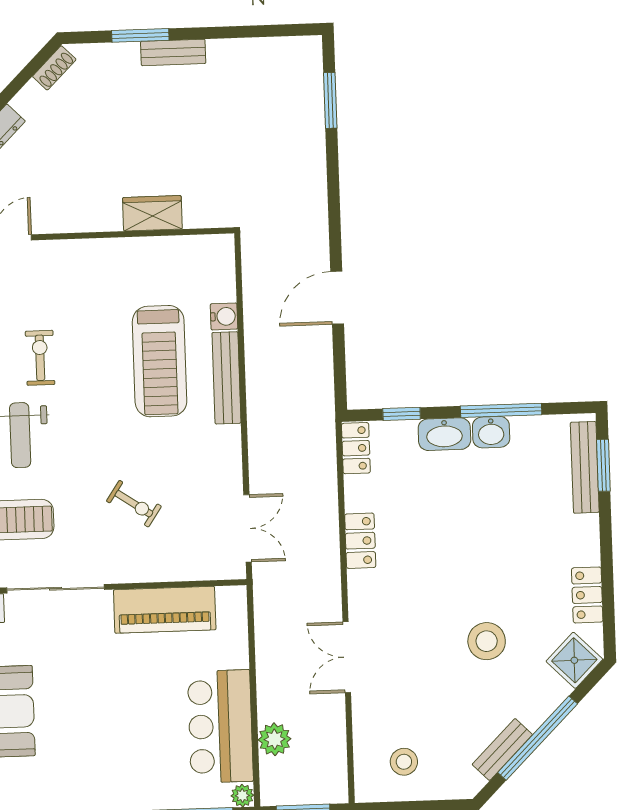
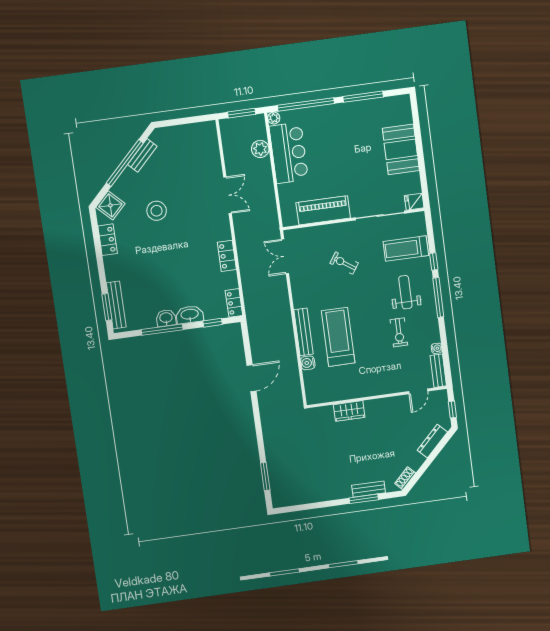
bench: (173, 52) -> (369, 489), moved
stool: (404, 762) -> (192, 144), removed

